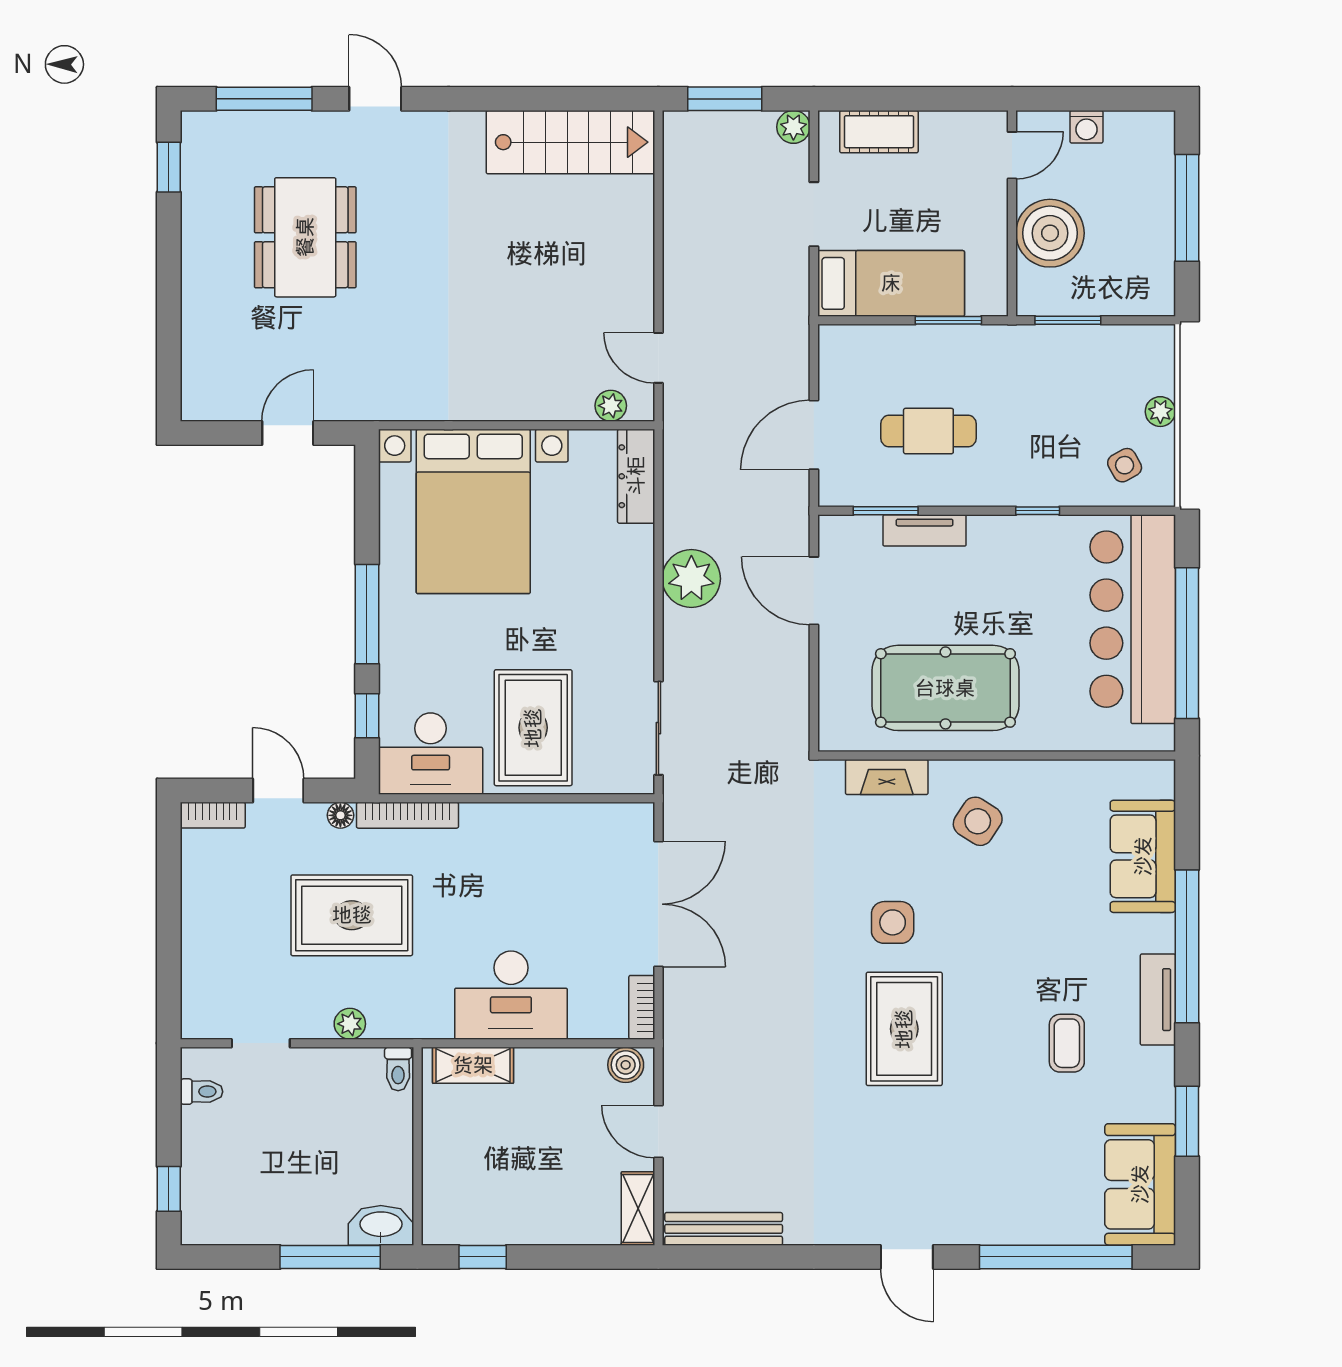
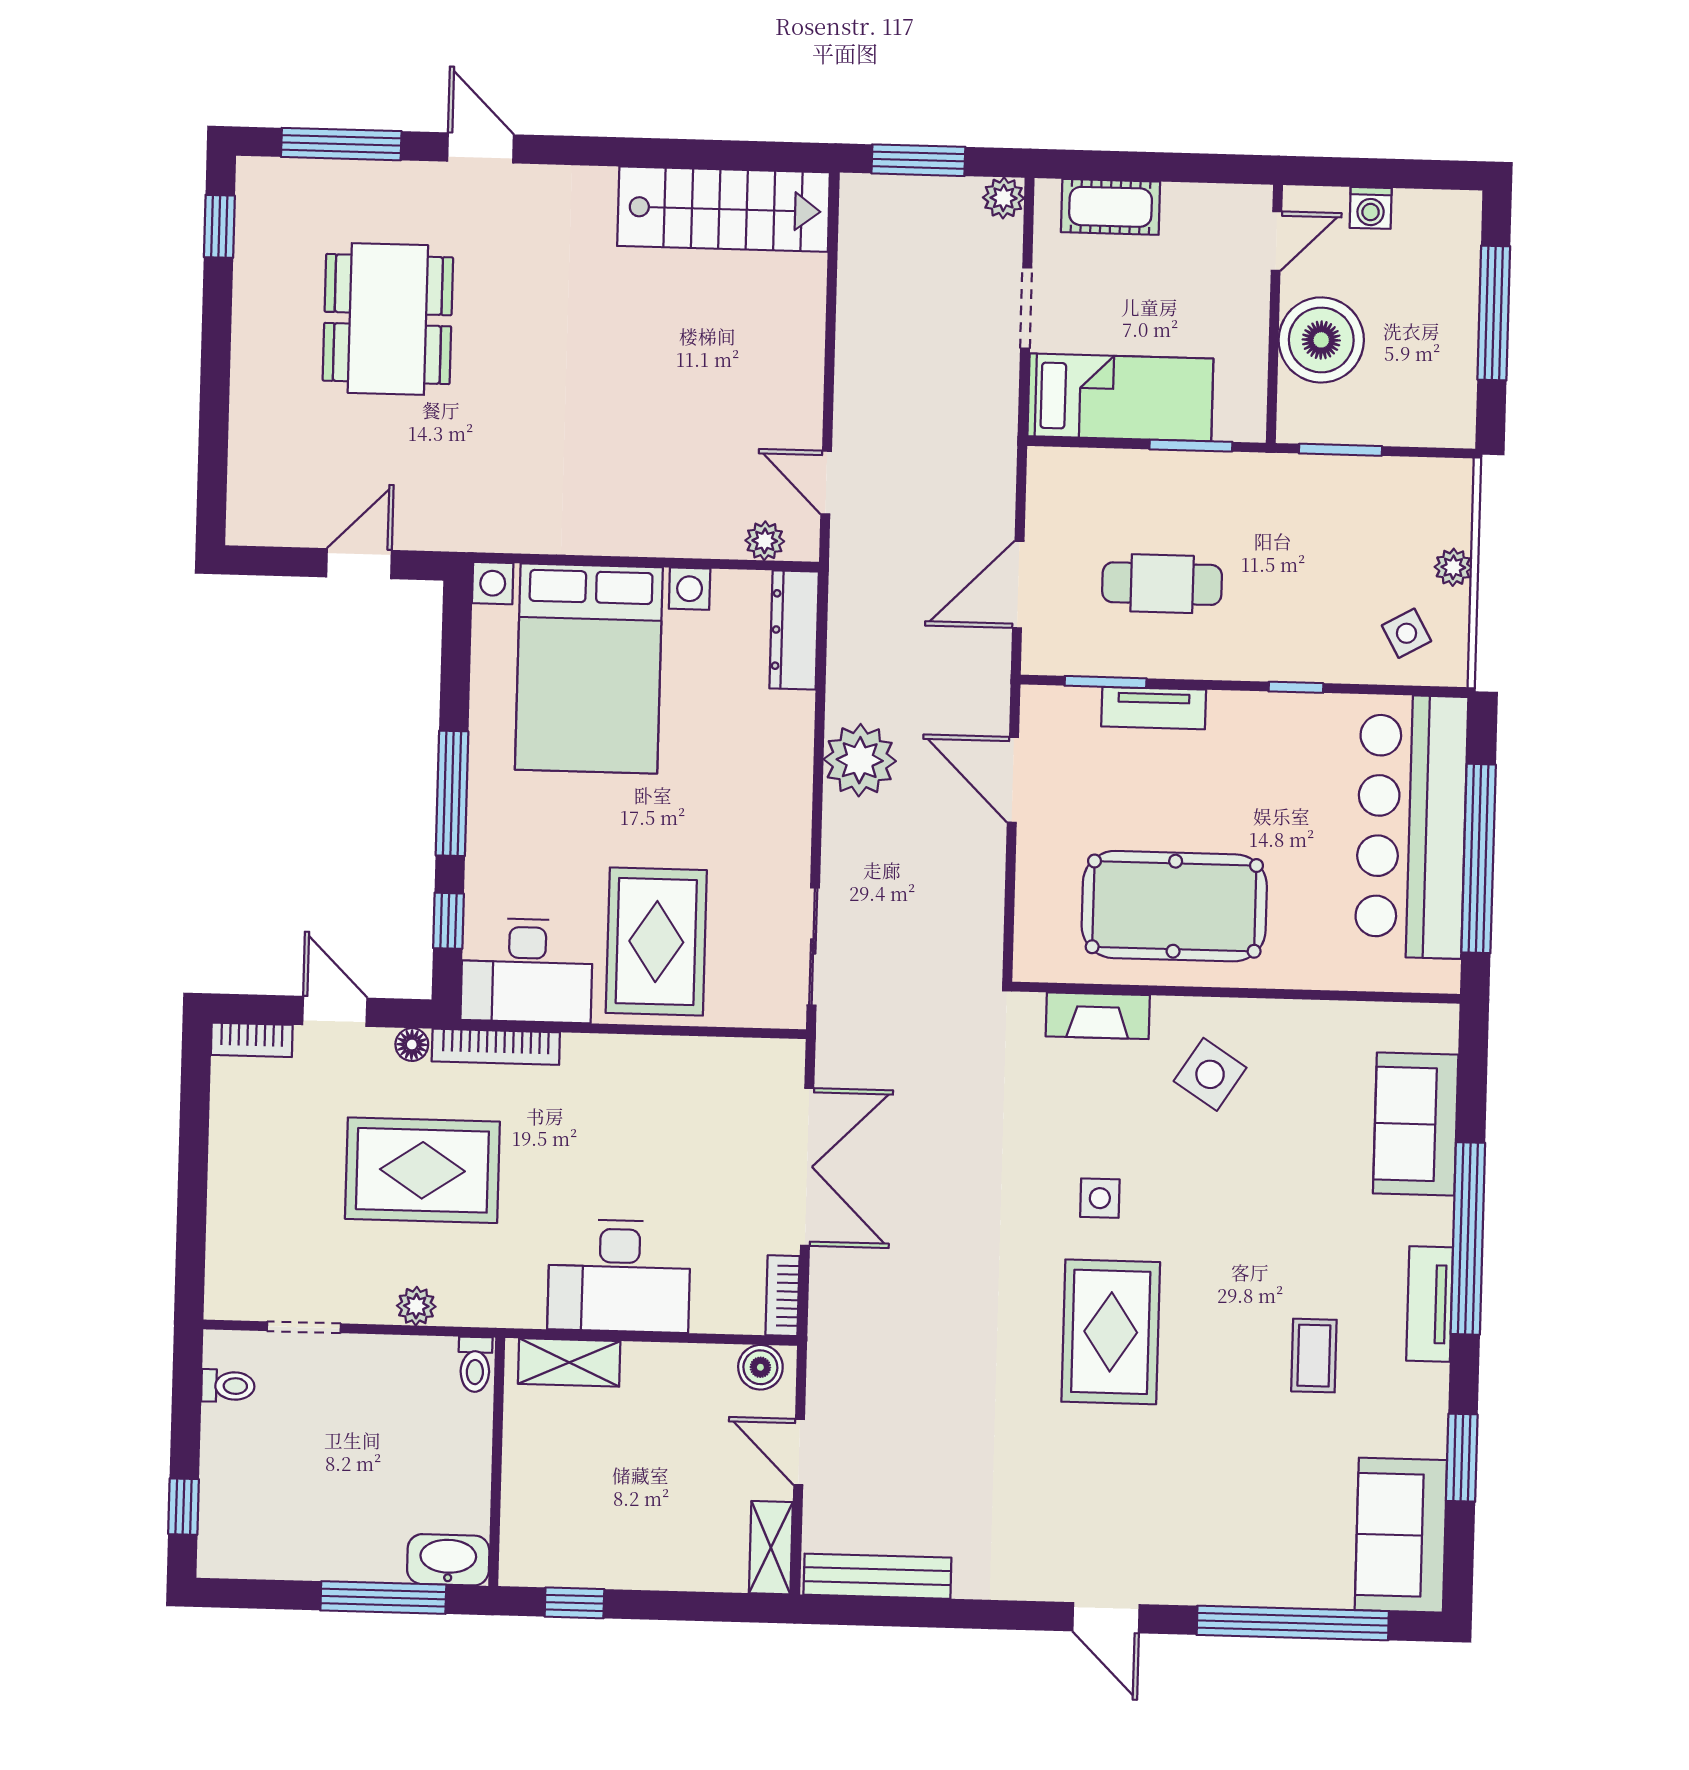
side table: (893, 922) -> (1100, 1198), width x0.73, depth x0.73

